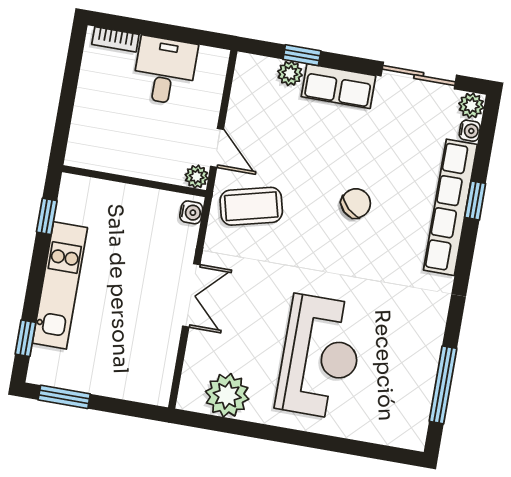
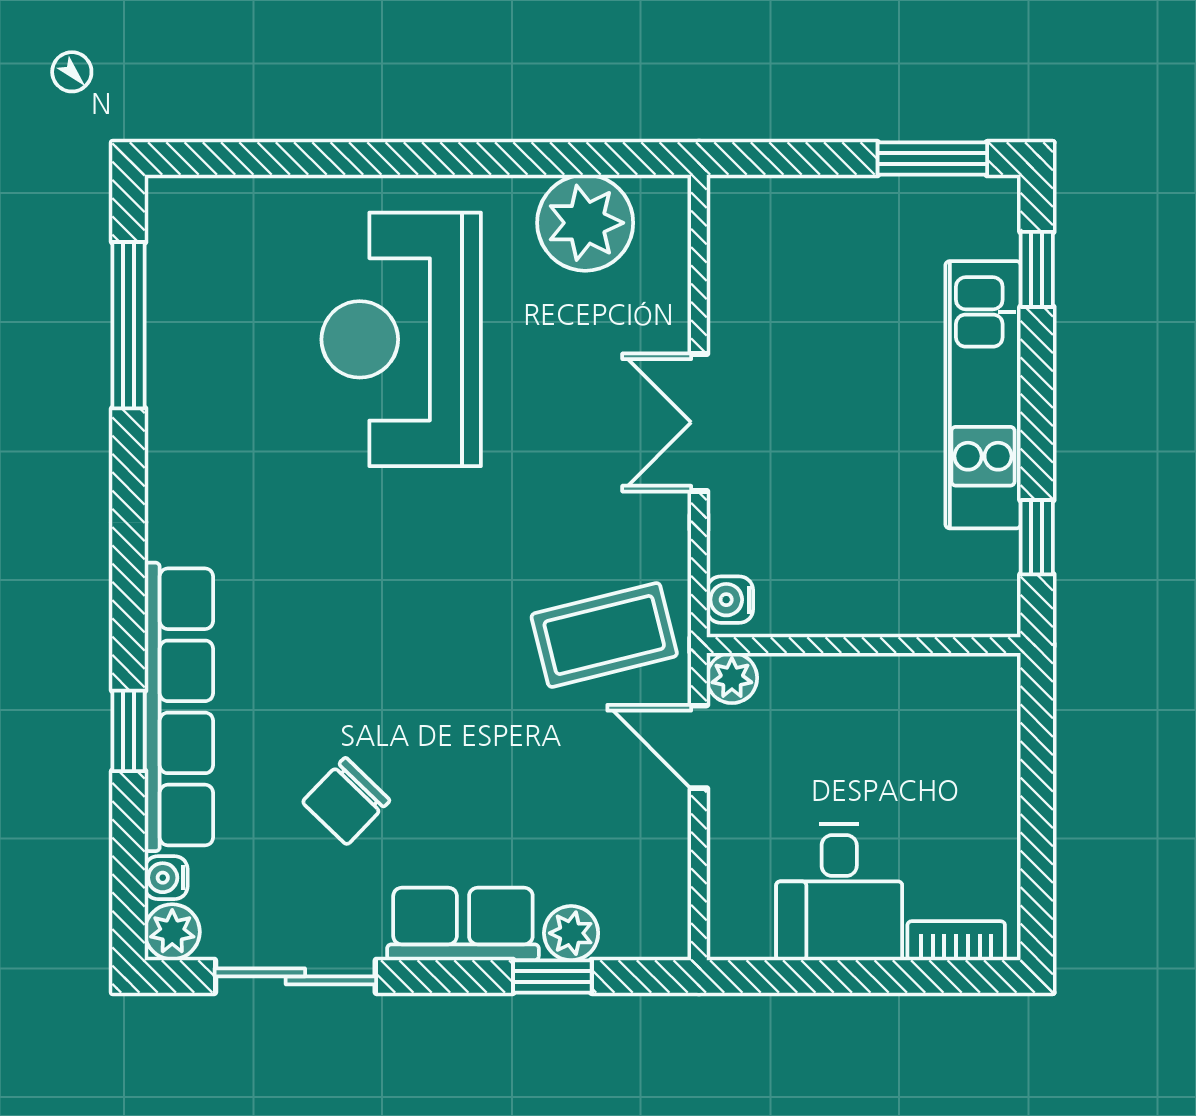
chair: (356, 203) -> (346, 801), moved

